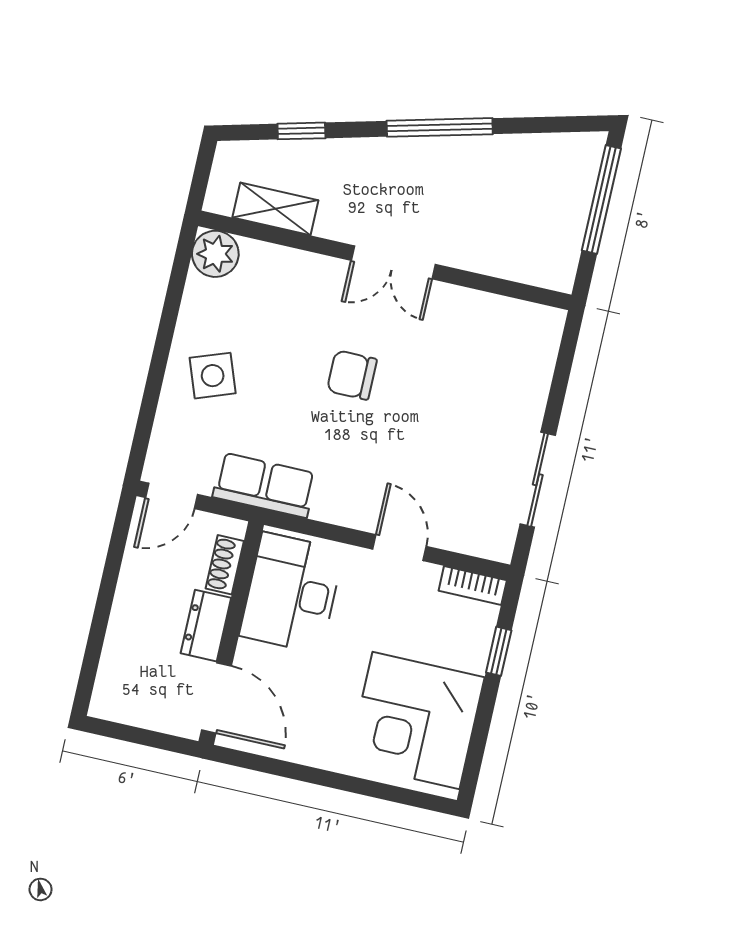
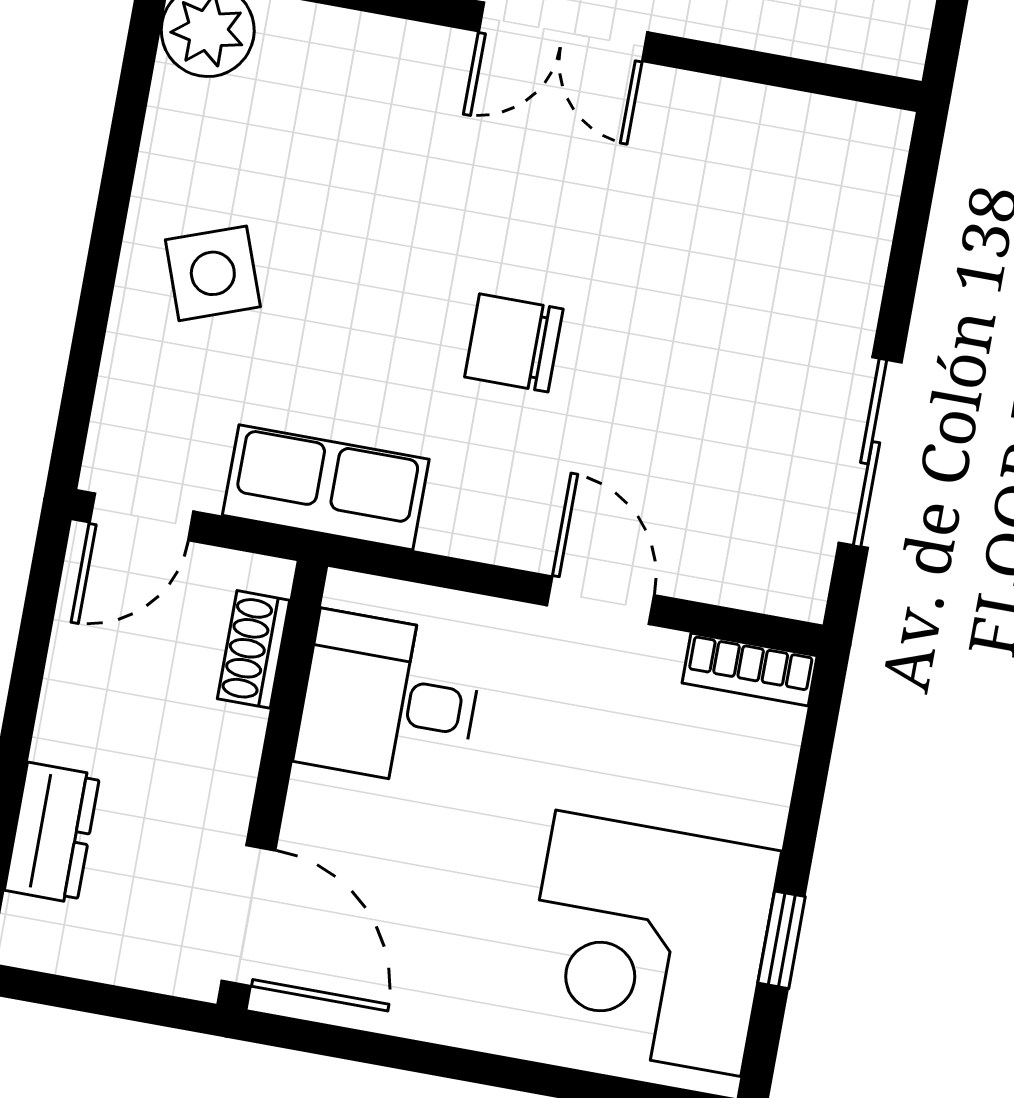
chair: (352, 375) -> (514, 343), moved
desk: (292, 593) -> (389, 700), width x0.73
dresser: (206, 626) -> (52, 833), moved, turned 180
window: (499, 651) -> (782, 940), moved

